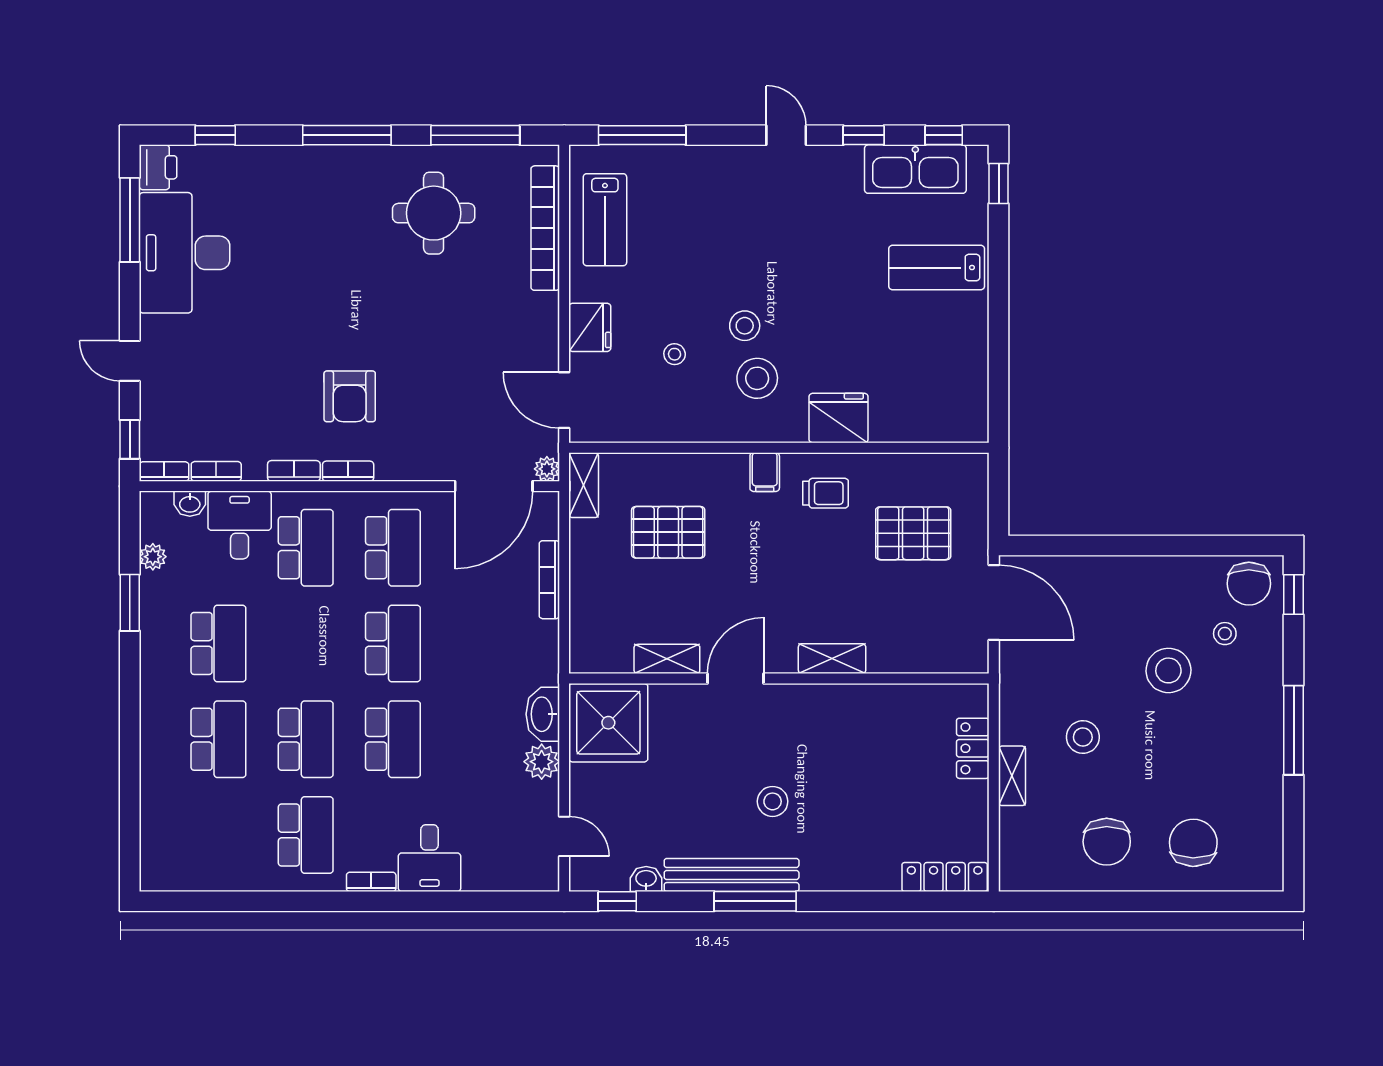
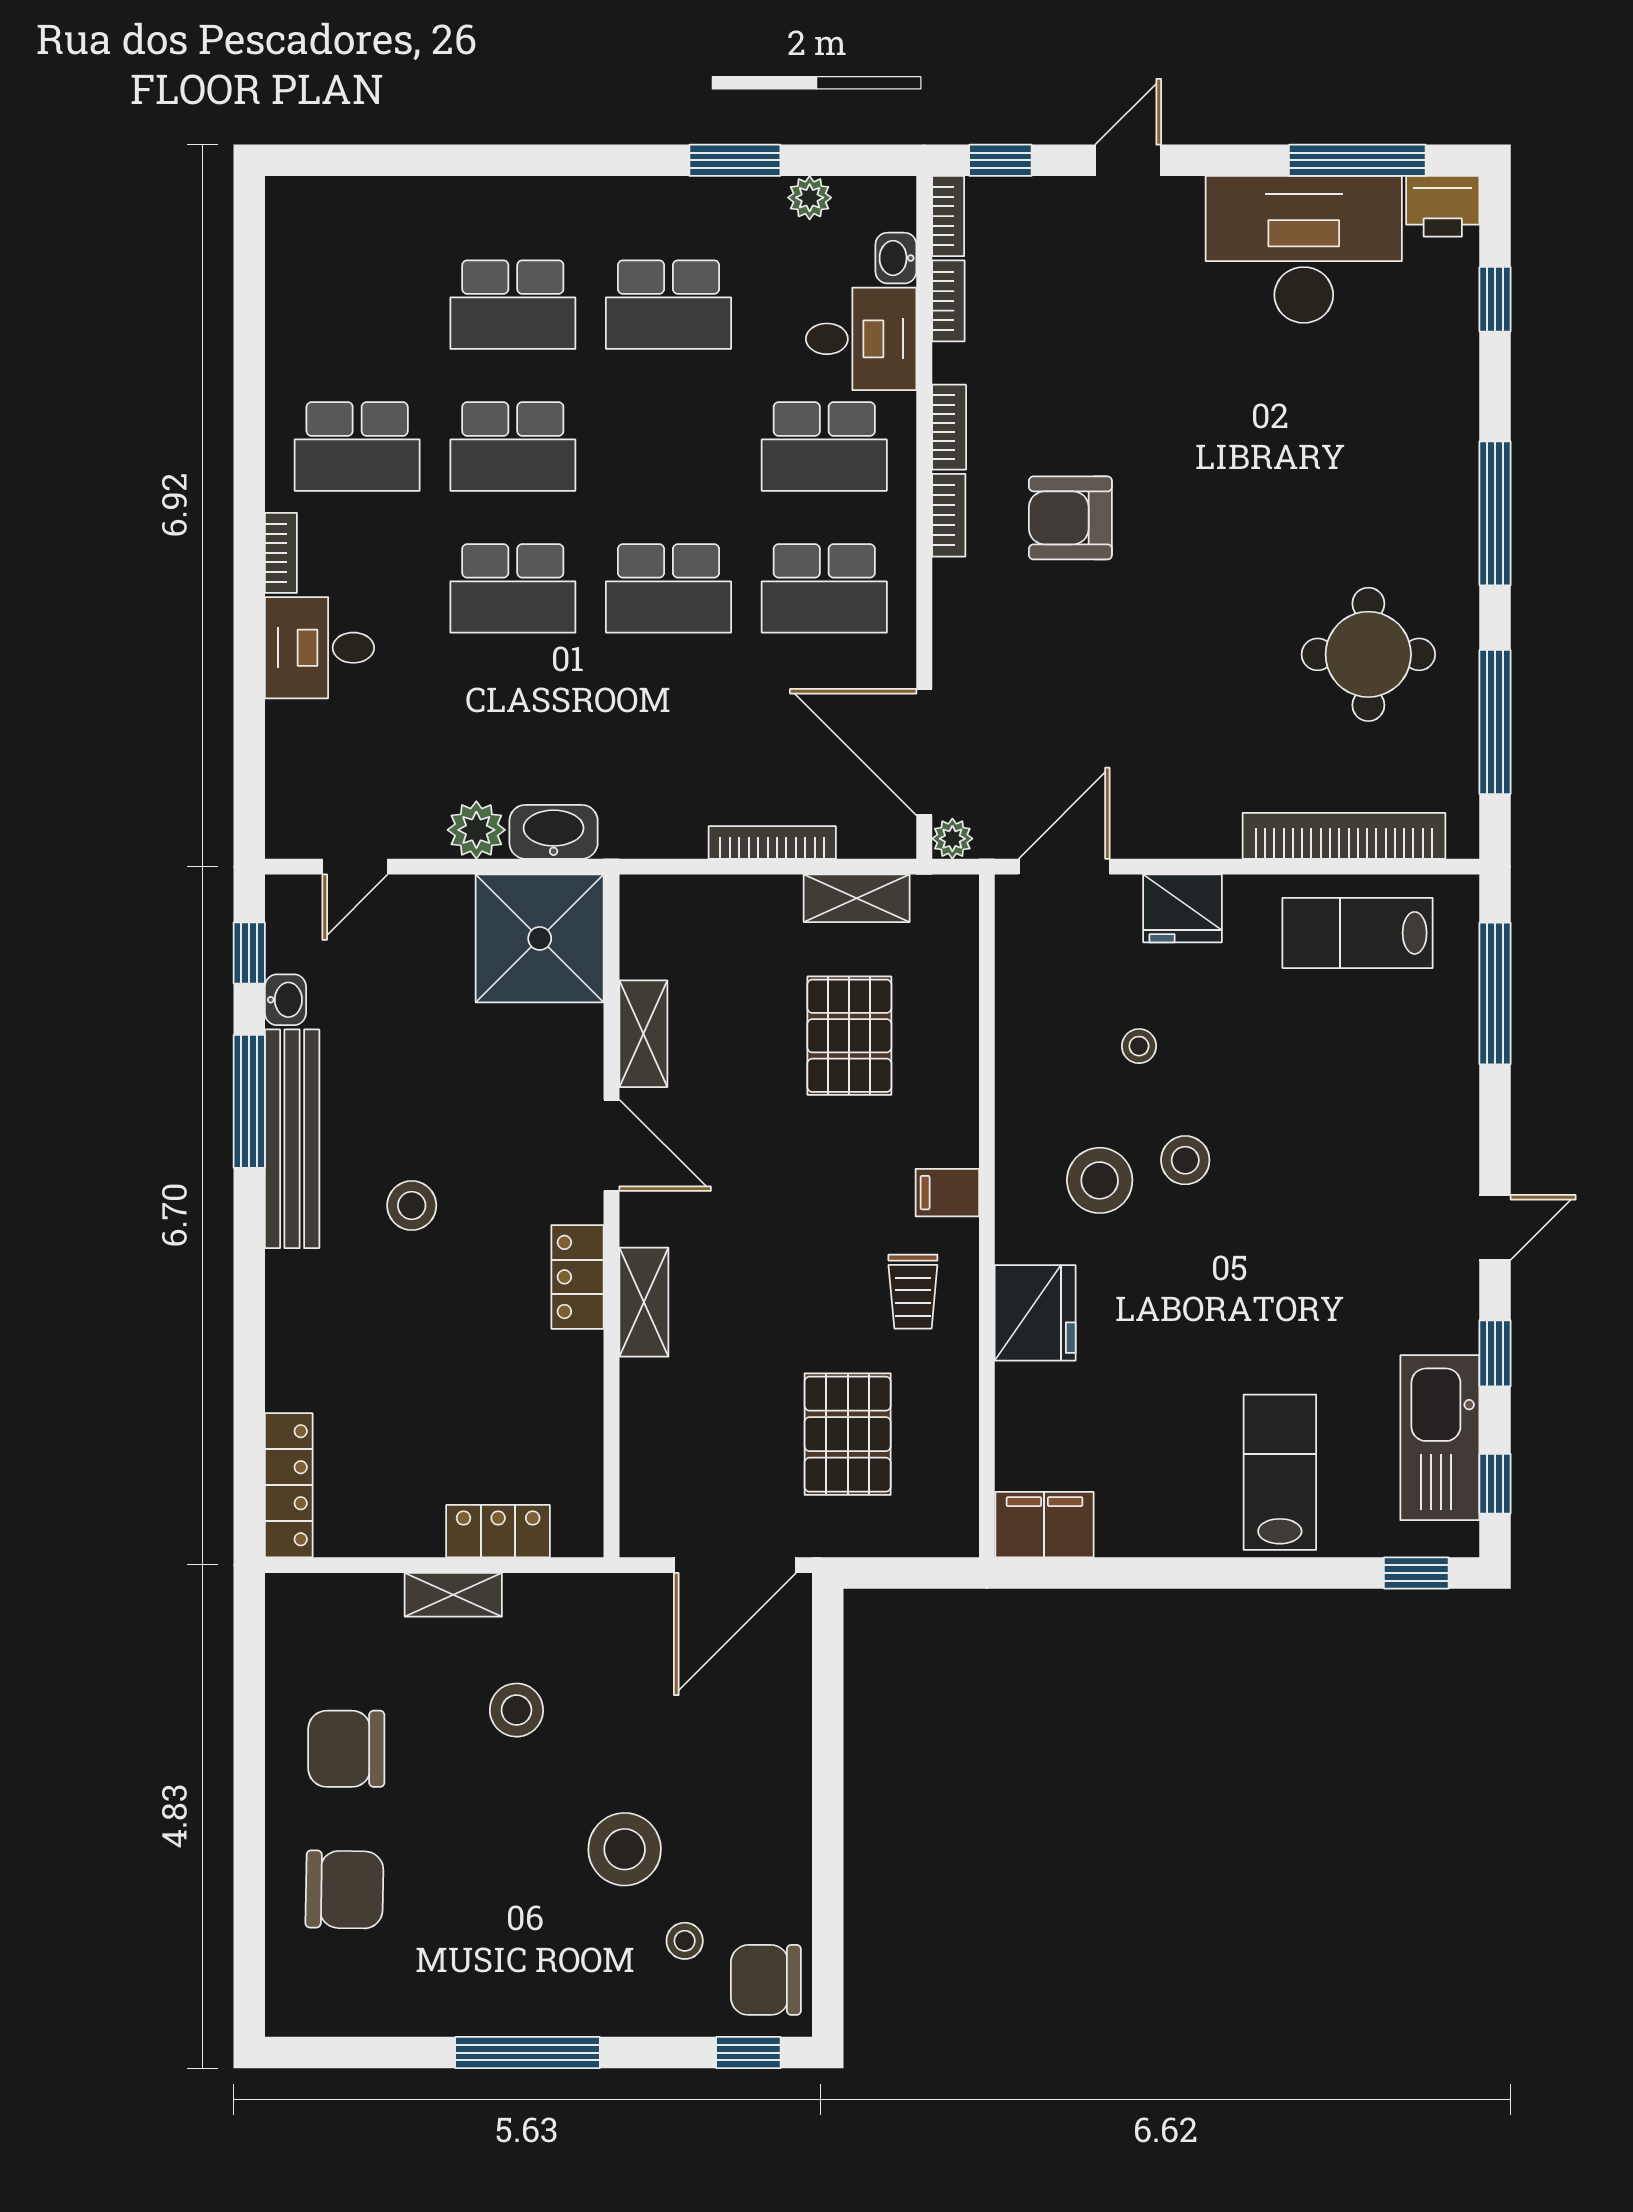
filing cabinet: (969, 412) -> (1044, 1525), added
shelving: (584, 485) -> (857, 898), moved
locker: (816, 699) -> (578, 1277), added
window: (755, 901) -> (249, 1101), moved

